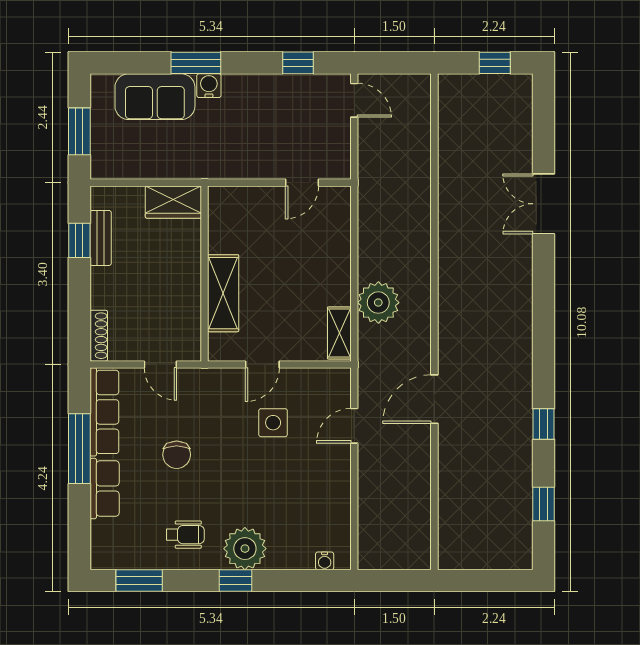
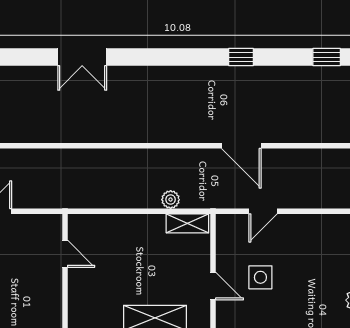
plant: (378, 303) -> (171, 200), width x0.53, depth x0.53
window: (544, 424) -> (241, 57), moved
door: (354, 426) -> (263, 211), hinge flipped

